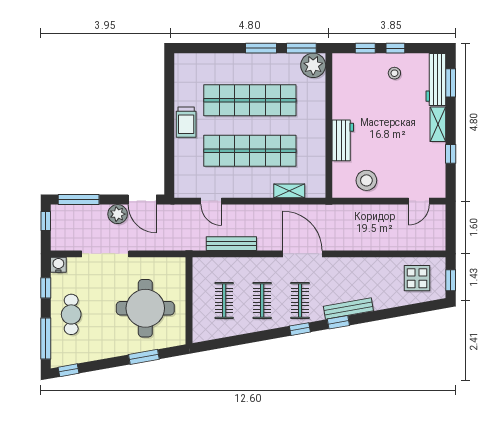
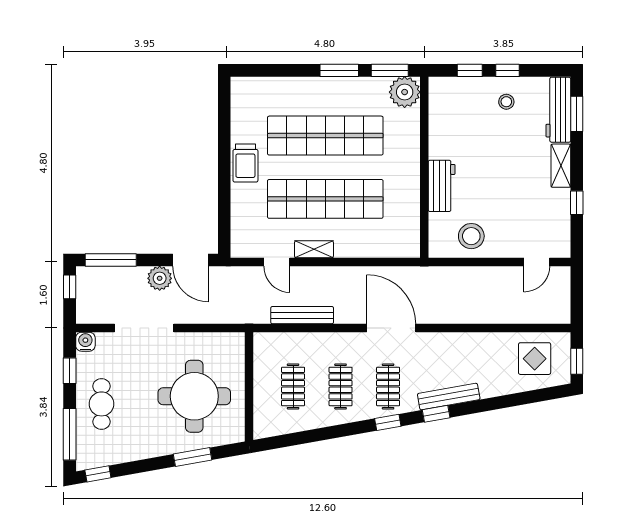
shelving: (289, 191) -> (314, 249), moved

